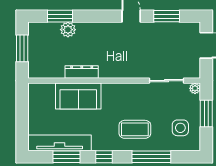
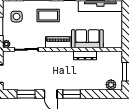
window: (60, 16) -> (72, 94), moved
plant: (68, 30) -> (111, 85), moved
piano: (120, 91) -> (58, 42), added

